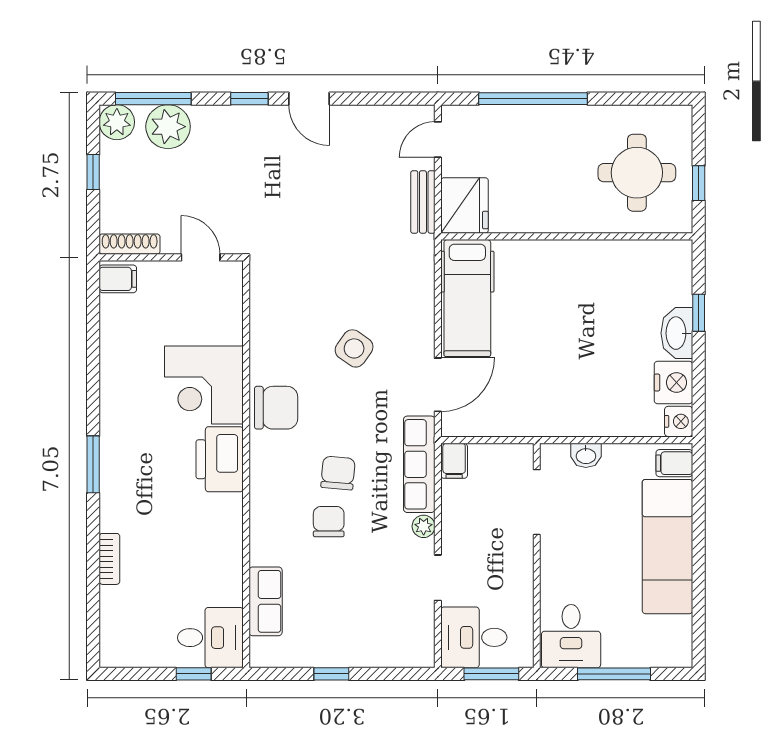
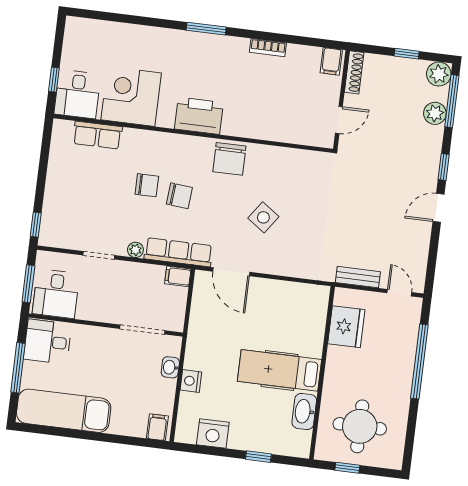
plant: (168, 127) -> (435, 113), width x0.73, depth x0.73
fridge: (465, 205) -> (346, 327), moved, turned -90
hospital bed: (467, 298) -> (279, 370), moved
washbasin: (677, 333) -> (304, 411), moved, turned -90
corner desk: (204, 385) -> (131, 96), moved
nightstand: (679, 421) -> (191, 381), moved, turned 90
exam couch: (667, 547) -> (64, 411), moved
bookcase: (109, 559) -> (268, 48), moved
desk: (474, 637) -> (56, 294), moved, turned 180
window: (331, 674) -> (36, 225), moved

